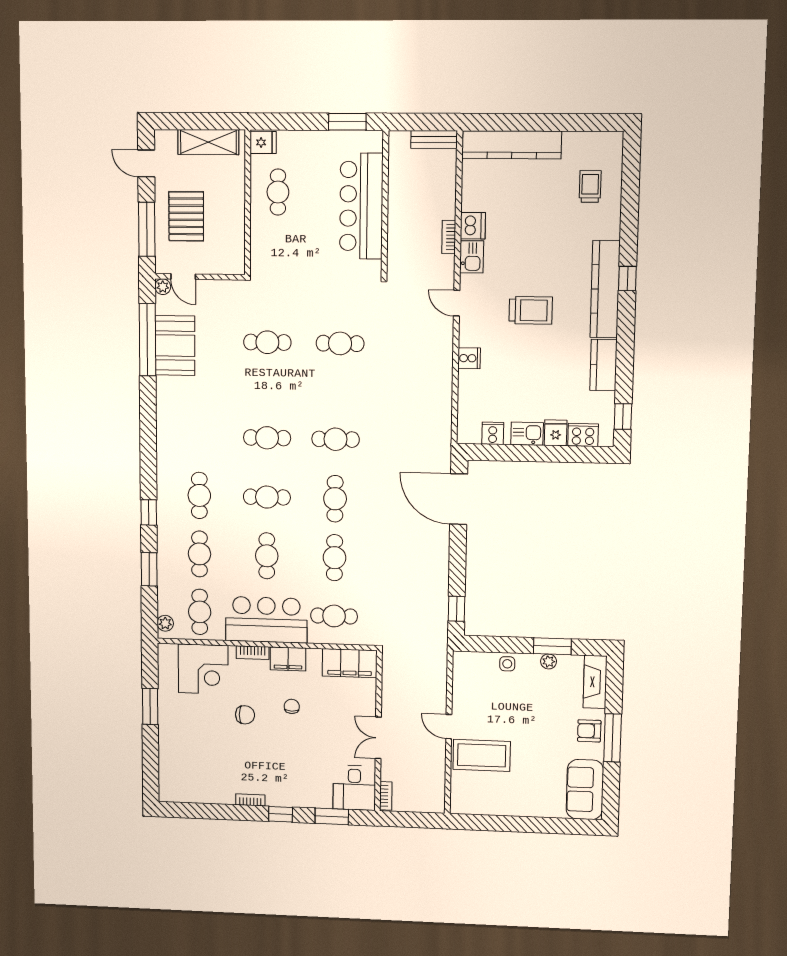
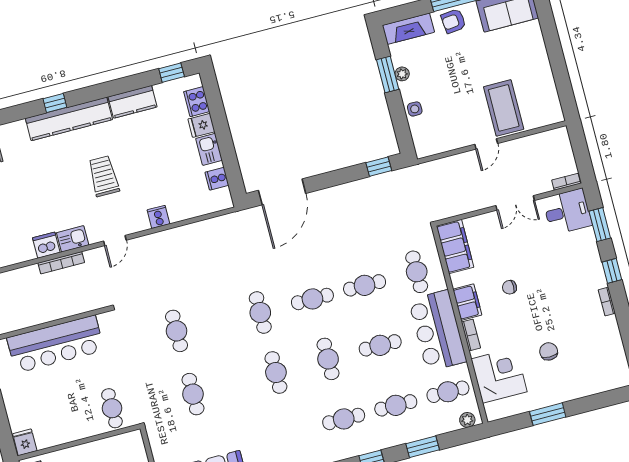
cafe table: (278, 192) -> (112, 408), moved, turned 90
bookcase: (449, 237) -> (61, 263), width x1.56
chair: (245, 715) -> (549, 351), moved
armchair: (589, 731) -> (453, 21), turned 84

